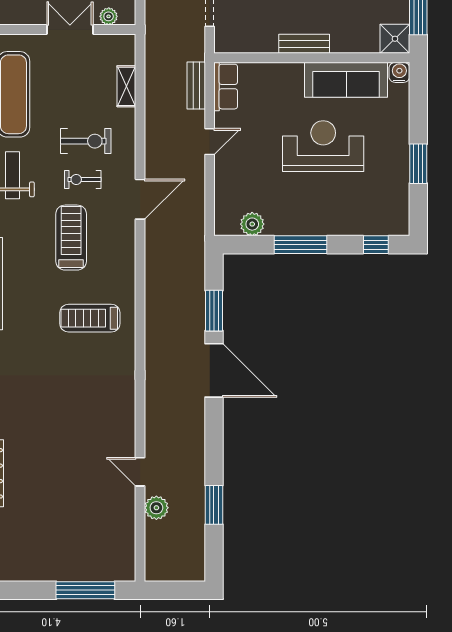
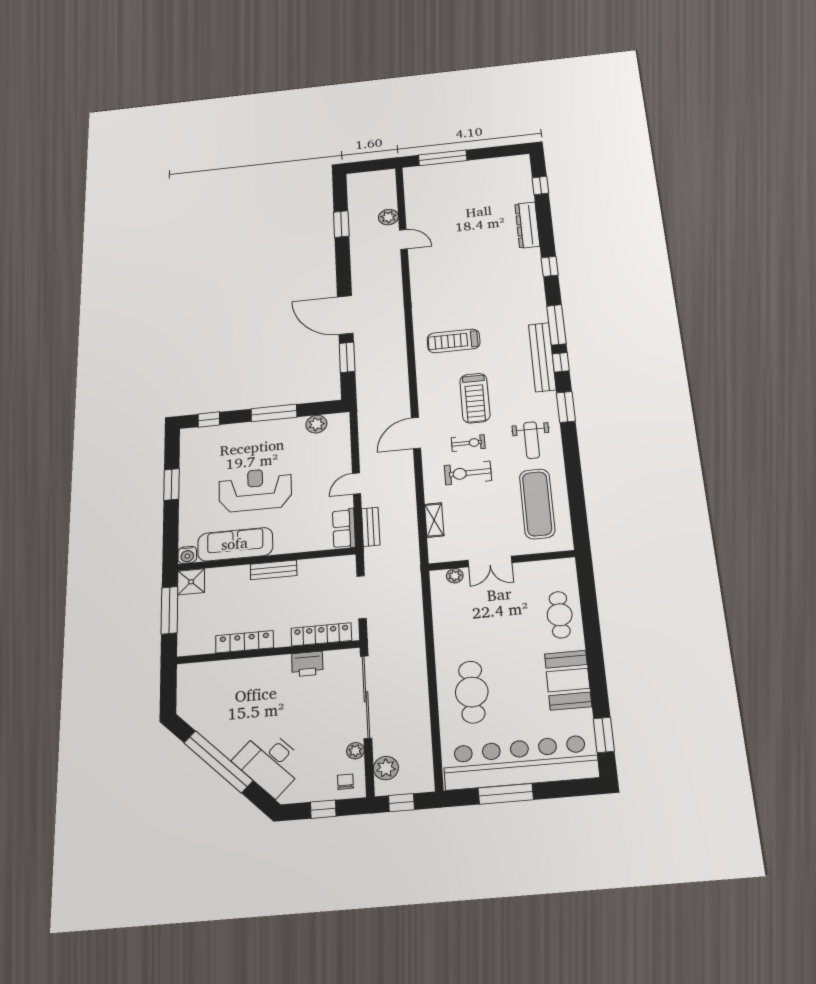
reception desk: (323, 146) -> (255, 490), turned 180
treadmill: (90, 318) -> (454, 341), turned 180

